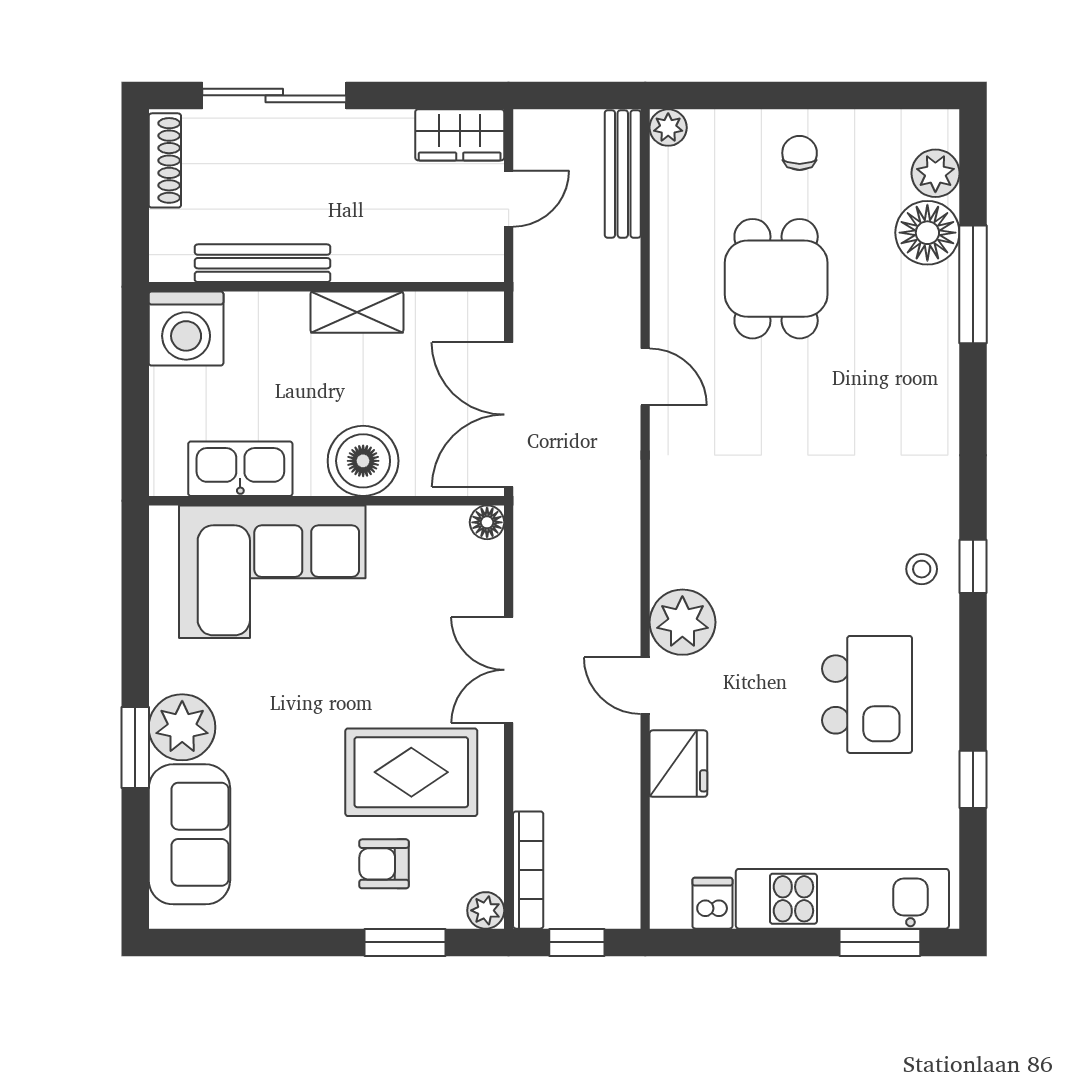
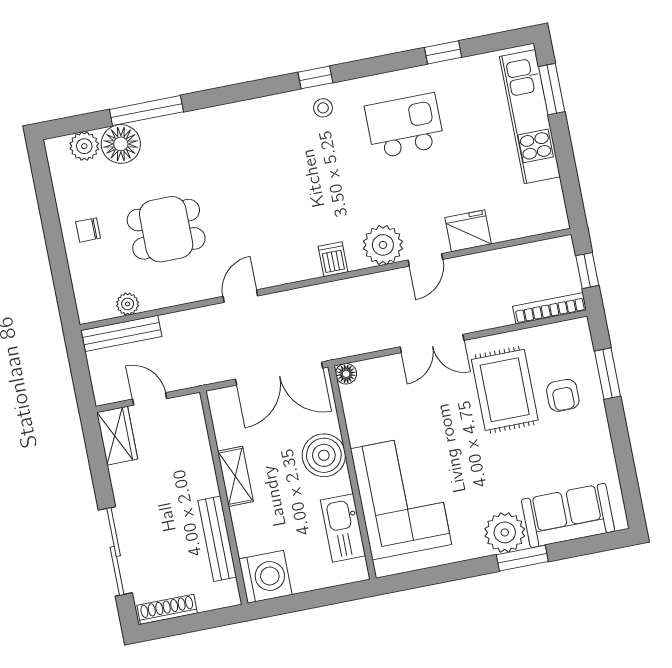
plant: (668, 128) -> (128, 304), moved
dishwasher: (712, 903) -> (333, 259), moved, turned 90
plant: (486, 910) -> (579, 329), removed

